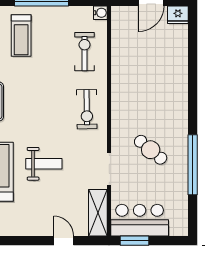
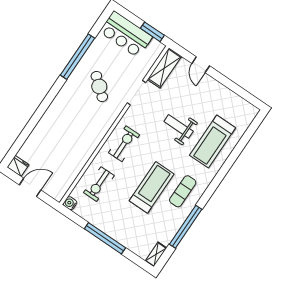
treadmill: (21, 35) -> (152, 187), moved, width x1.37, depth x1.38
bar counter: (140, 220) -> (126, 34), moved

